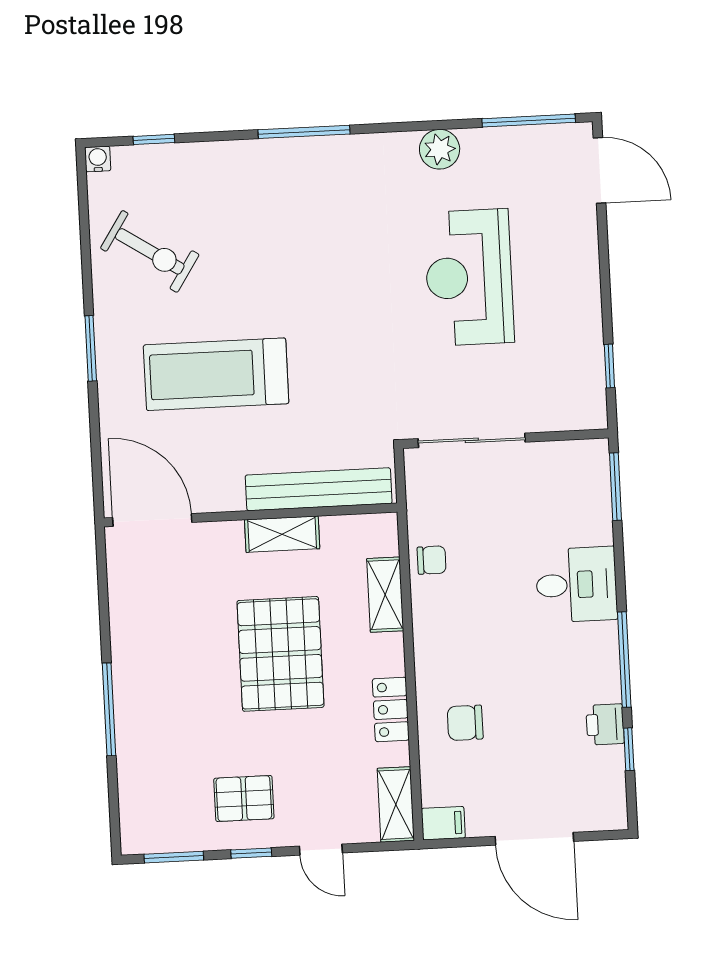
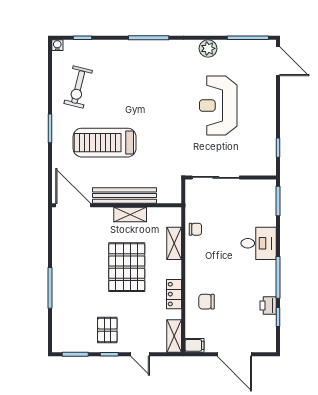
exercise bike: (150, 251) -> (78, 87), turned 71
bench: (319, 489) -> (125, 196), moved
pallet: (244, 798) -> (107, 330), turned 90

